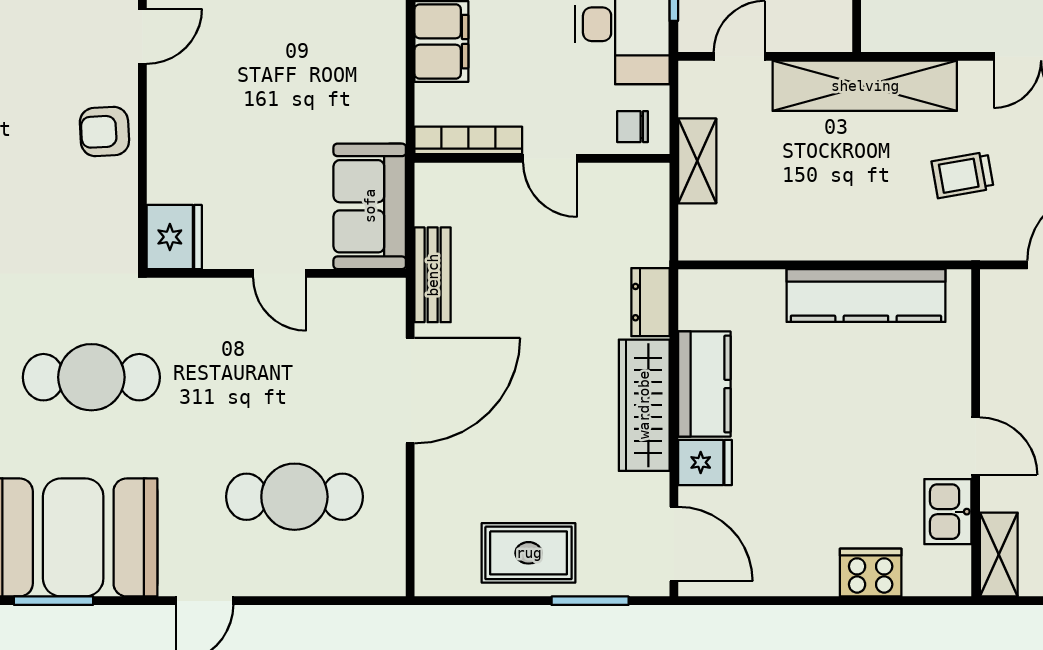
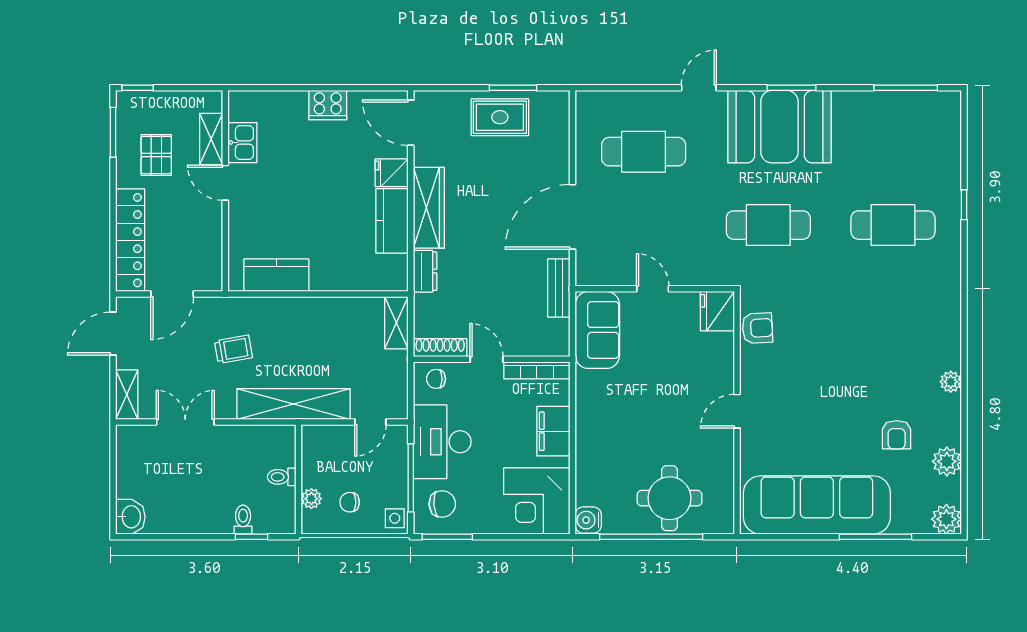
door: (142, 36) -> (737, 411), moved
chair: (633, 127) -> (436, 379), turned 180
armchair: (104, 131) -> (757, 328), moved
shelving: (697, 161) -> (396, 323), moved
shoe rack: (626, 178) -> (440, 348), added
kitchen counter: (866, 295) -> (276, 275), width x0.67
shelving: (999, 554) -> (211, 139), moved
cooker: (871, 573) -> (328, 105), moved
window: (590, 601) -> (513, 88), moved

